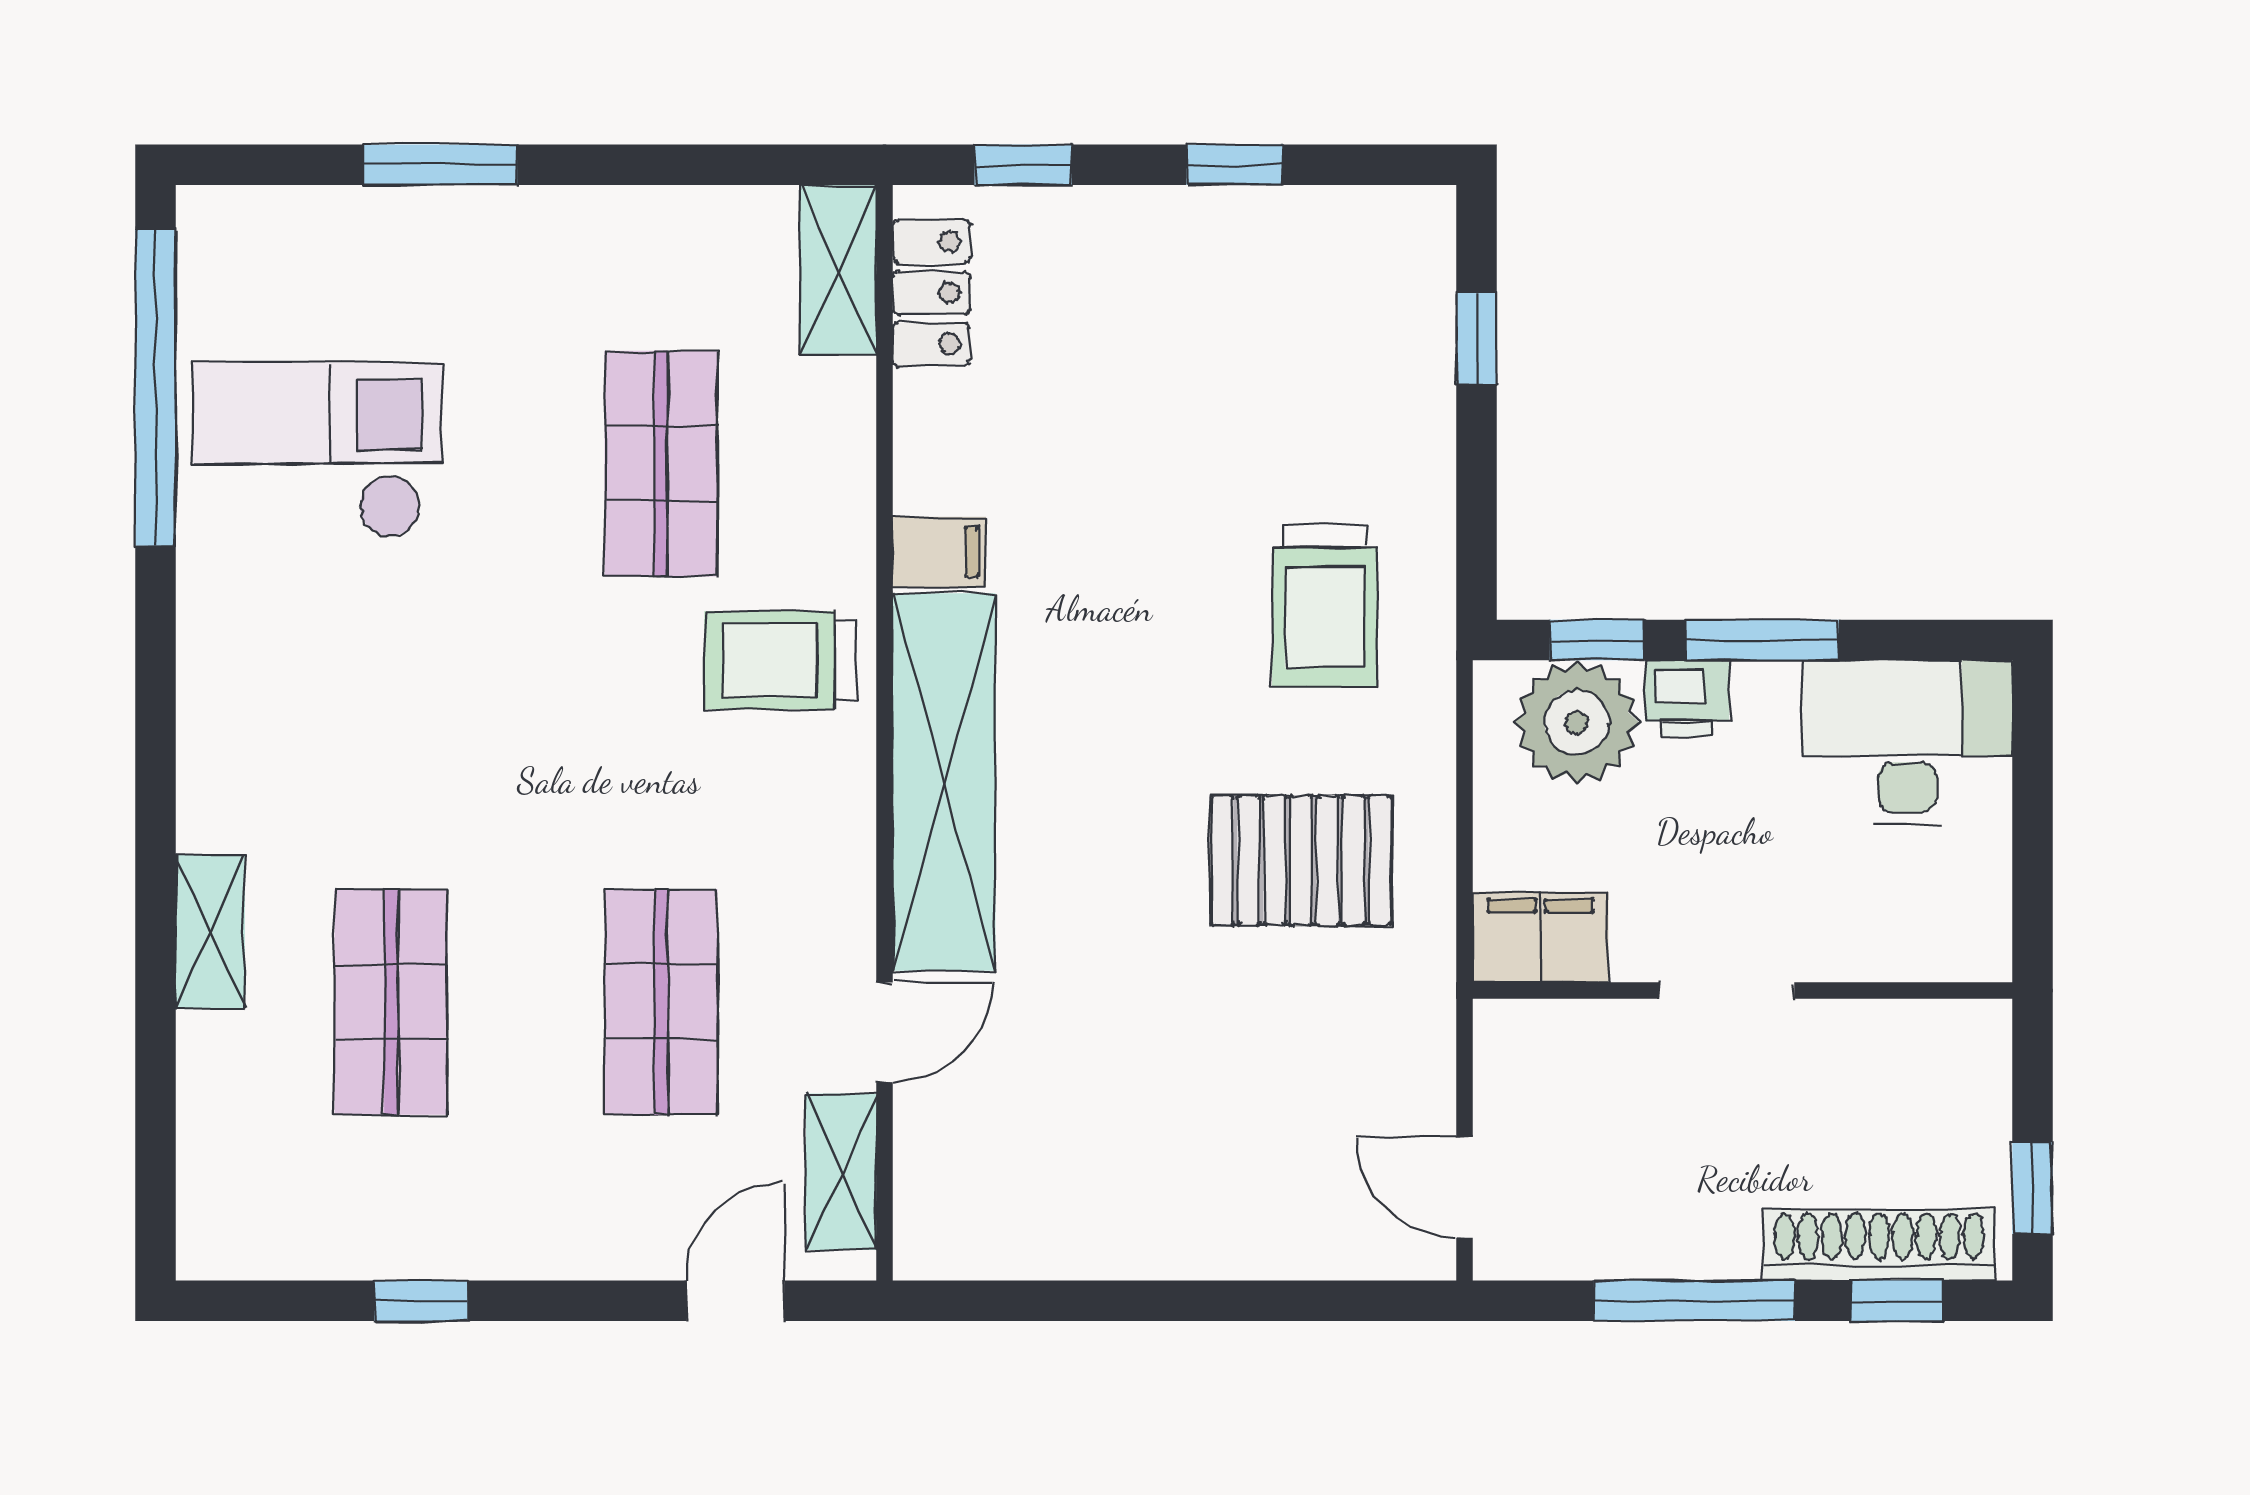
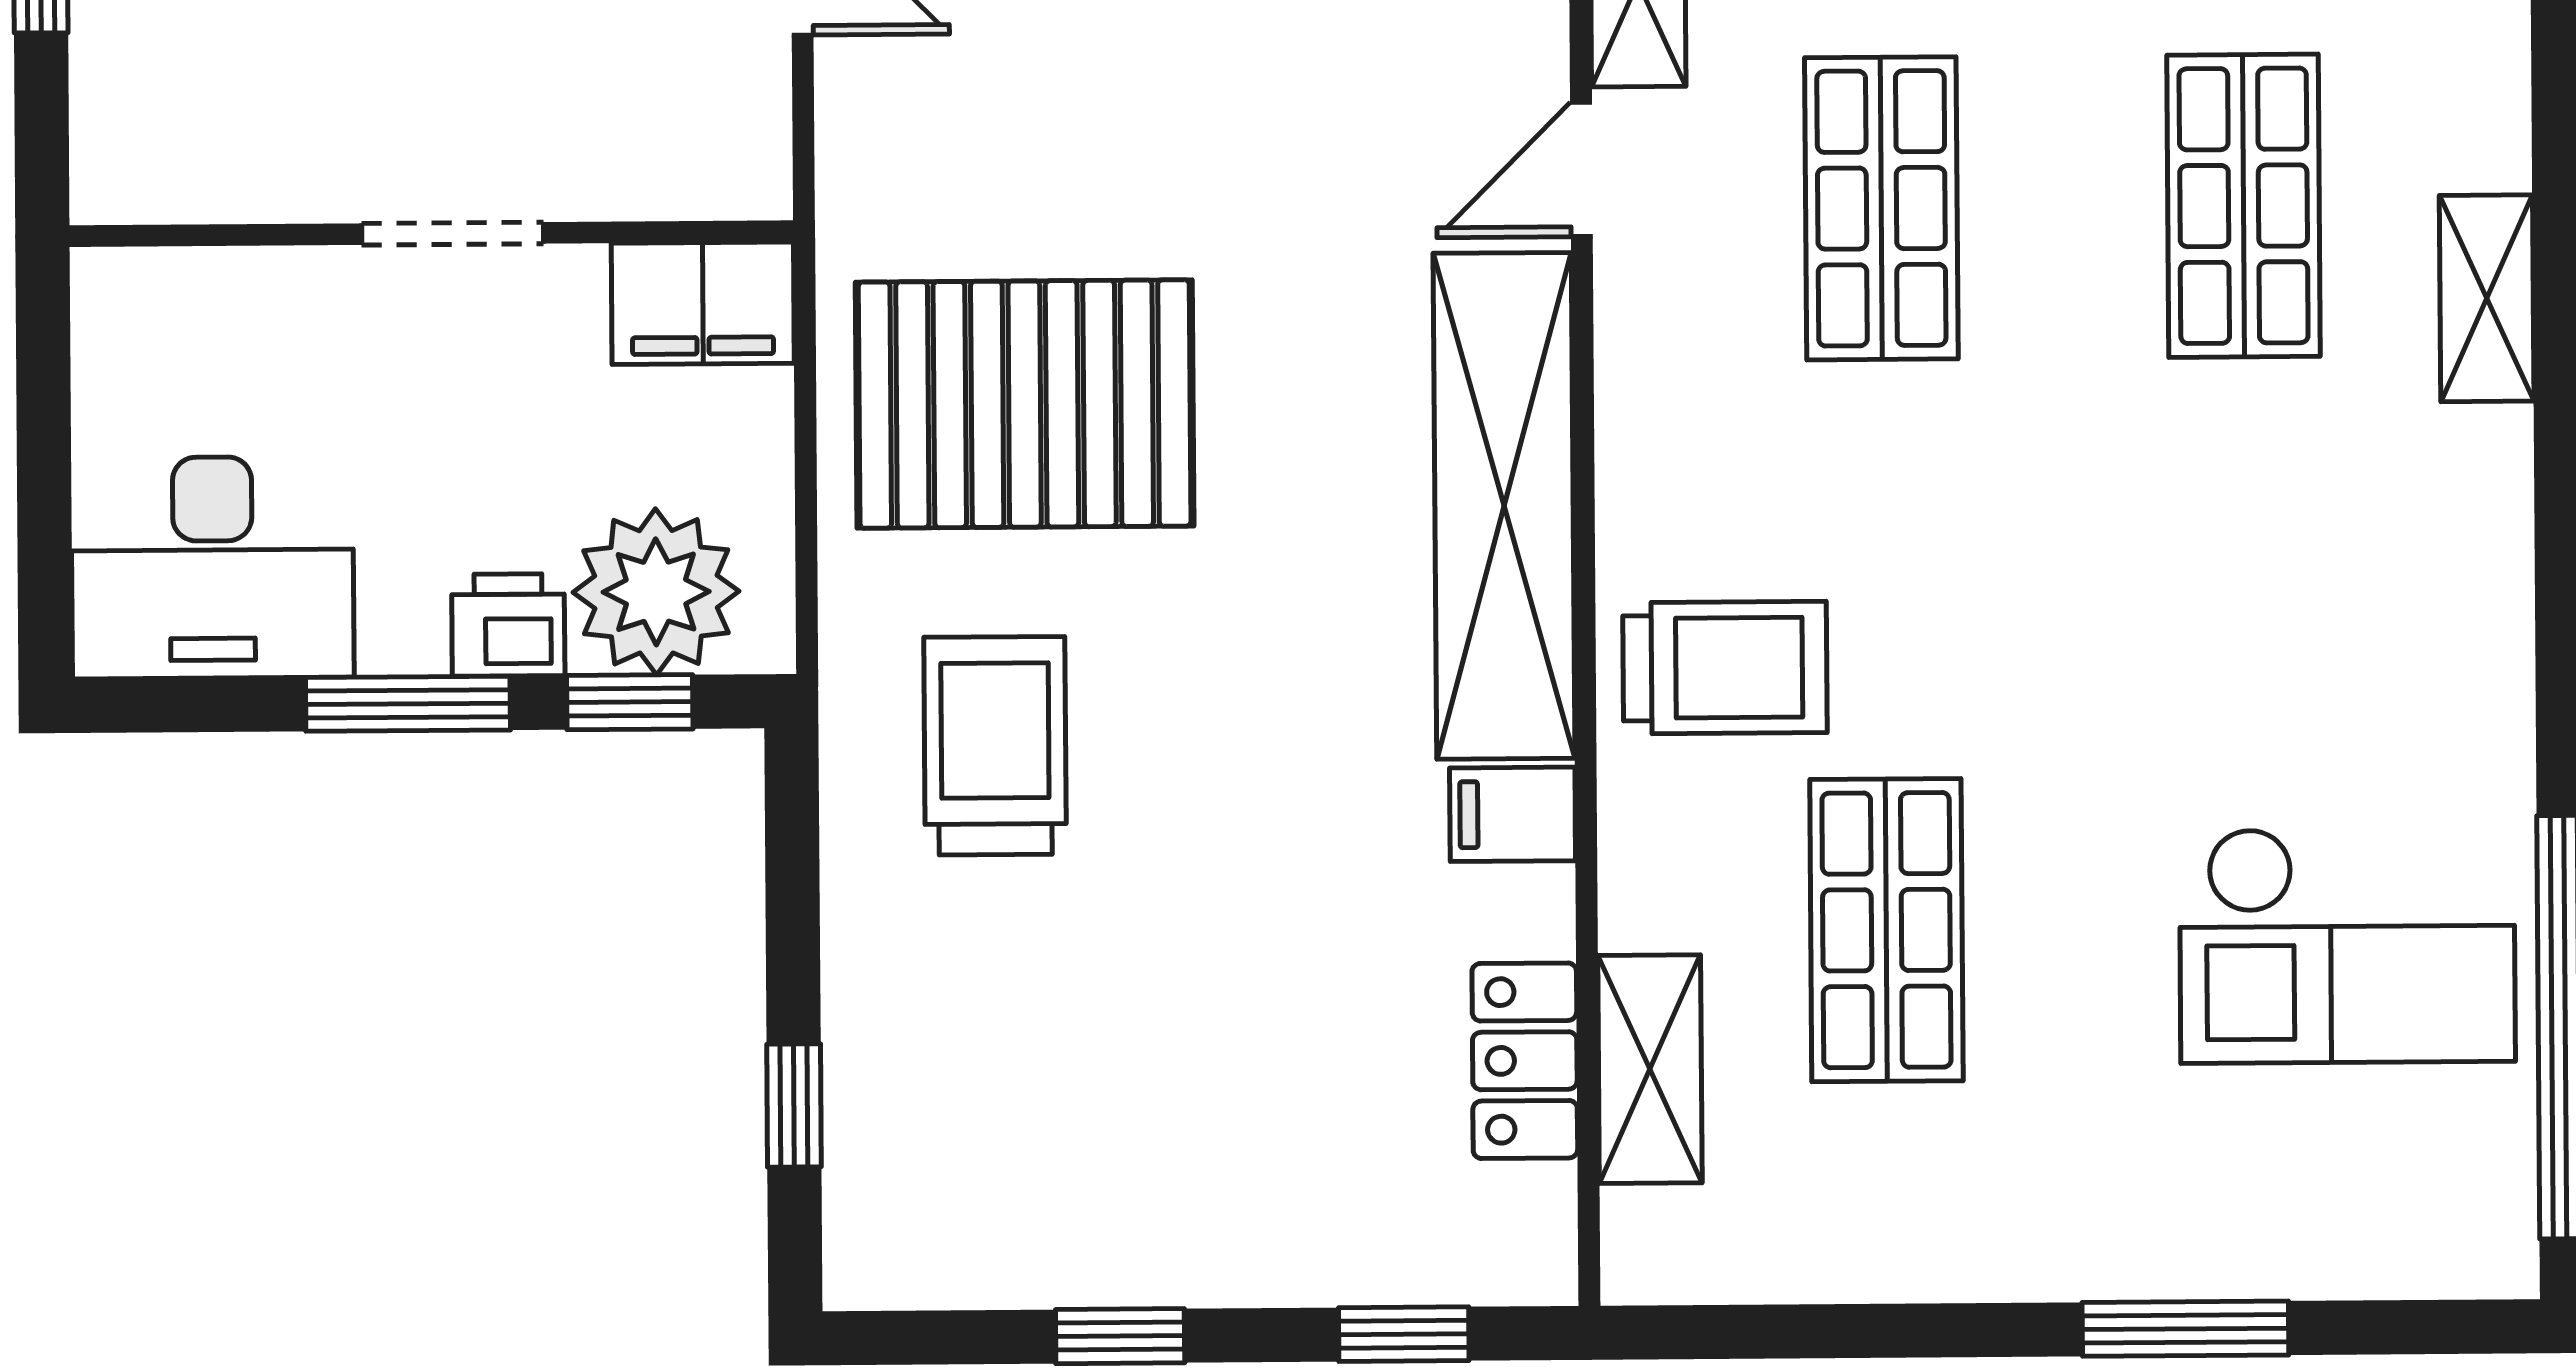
shelving: (838, 270) -> (1650, 1069), moved
locker: (931, 293) -> (1525, 1061), moved
pallet: (1301, 860) -> (1025, 404), width x1.37, depth x1.41

